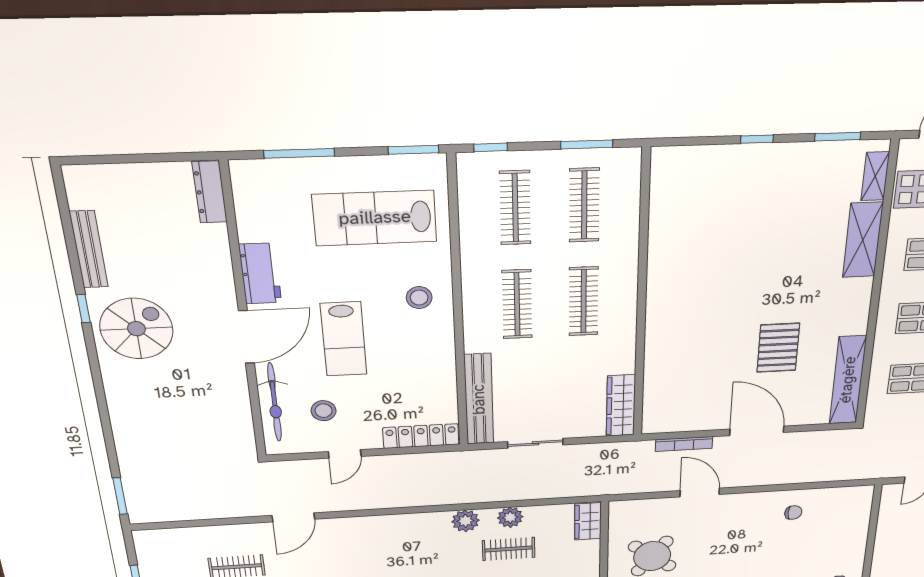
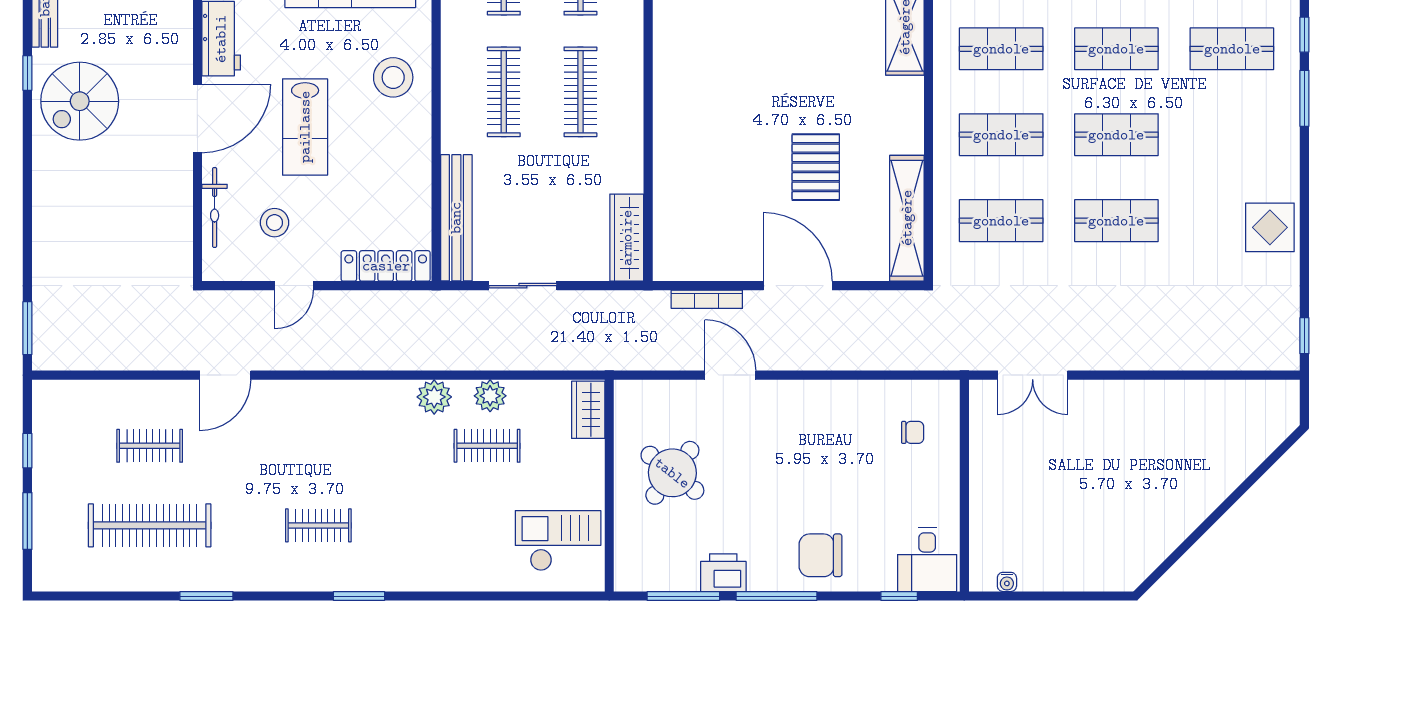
stool: (419, 298) -> (393, 77), width x1.38, depth x1.38
spiral stairs: (136, 329) -> (80, 101), turned 180
bicycle: (274, 402) -> (215, 207), width x0.73, depth x0.71
chair: (793, 513) -> (913, 432), moved

